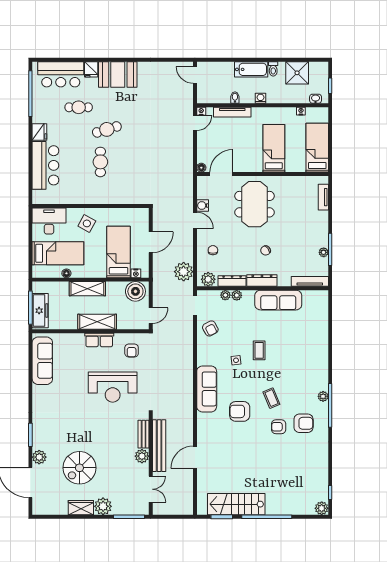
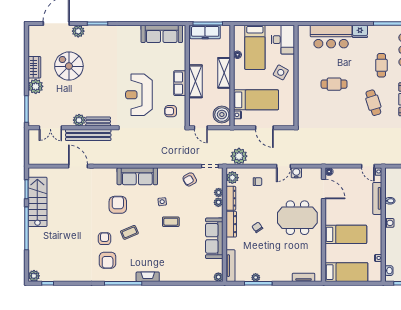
cafe table: (107, 129) -> (373, 103), moved
fireplace: (323, 377) -> (148, 277), added
plant: (323, 396) -> (218, 277), moved

